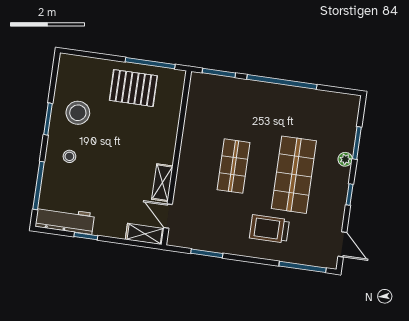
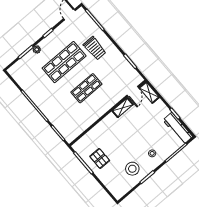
pallet: (133, 88) -> (100, 158), width x0.67, depth x0.71

